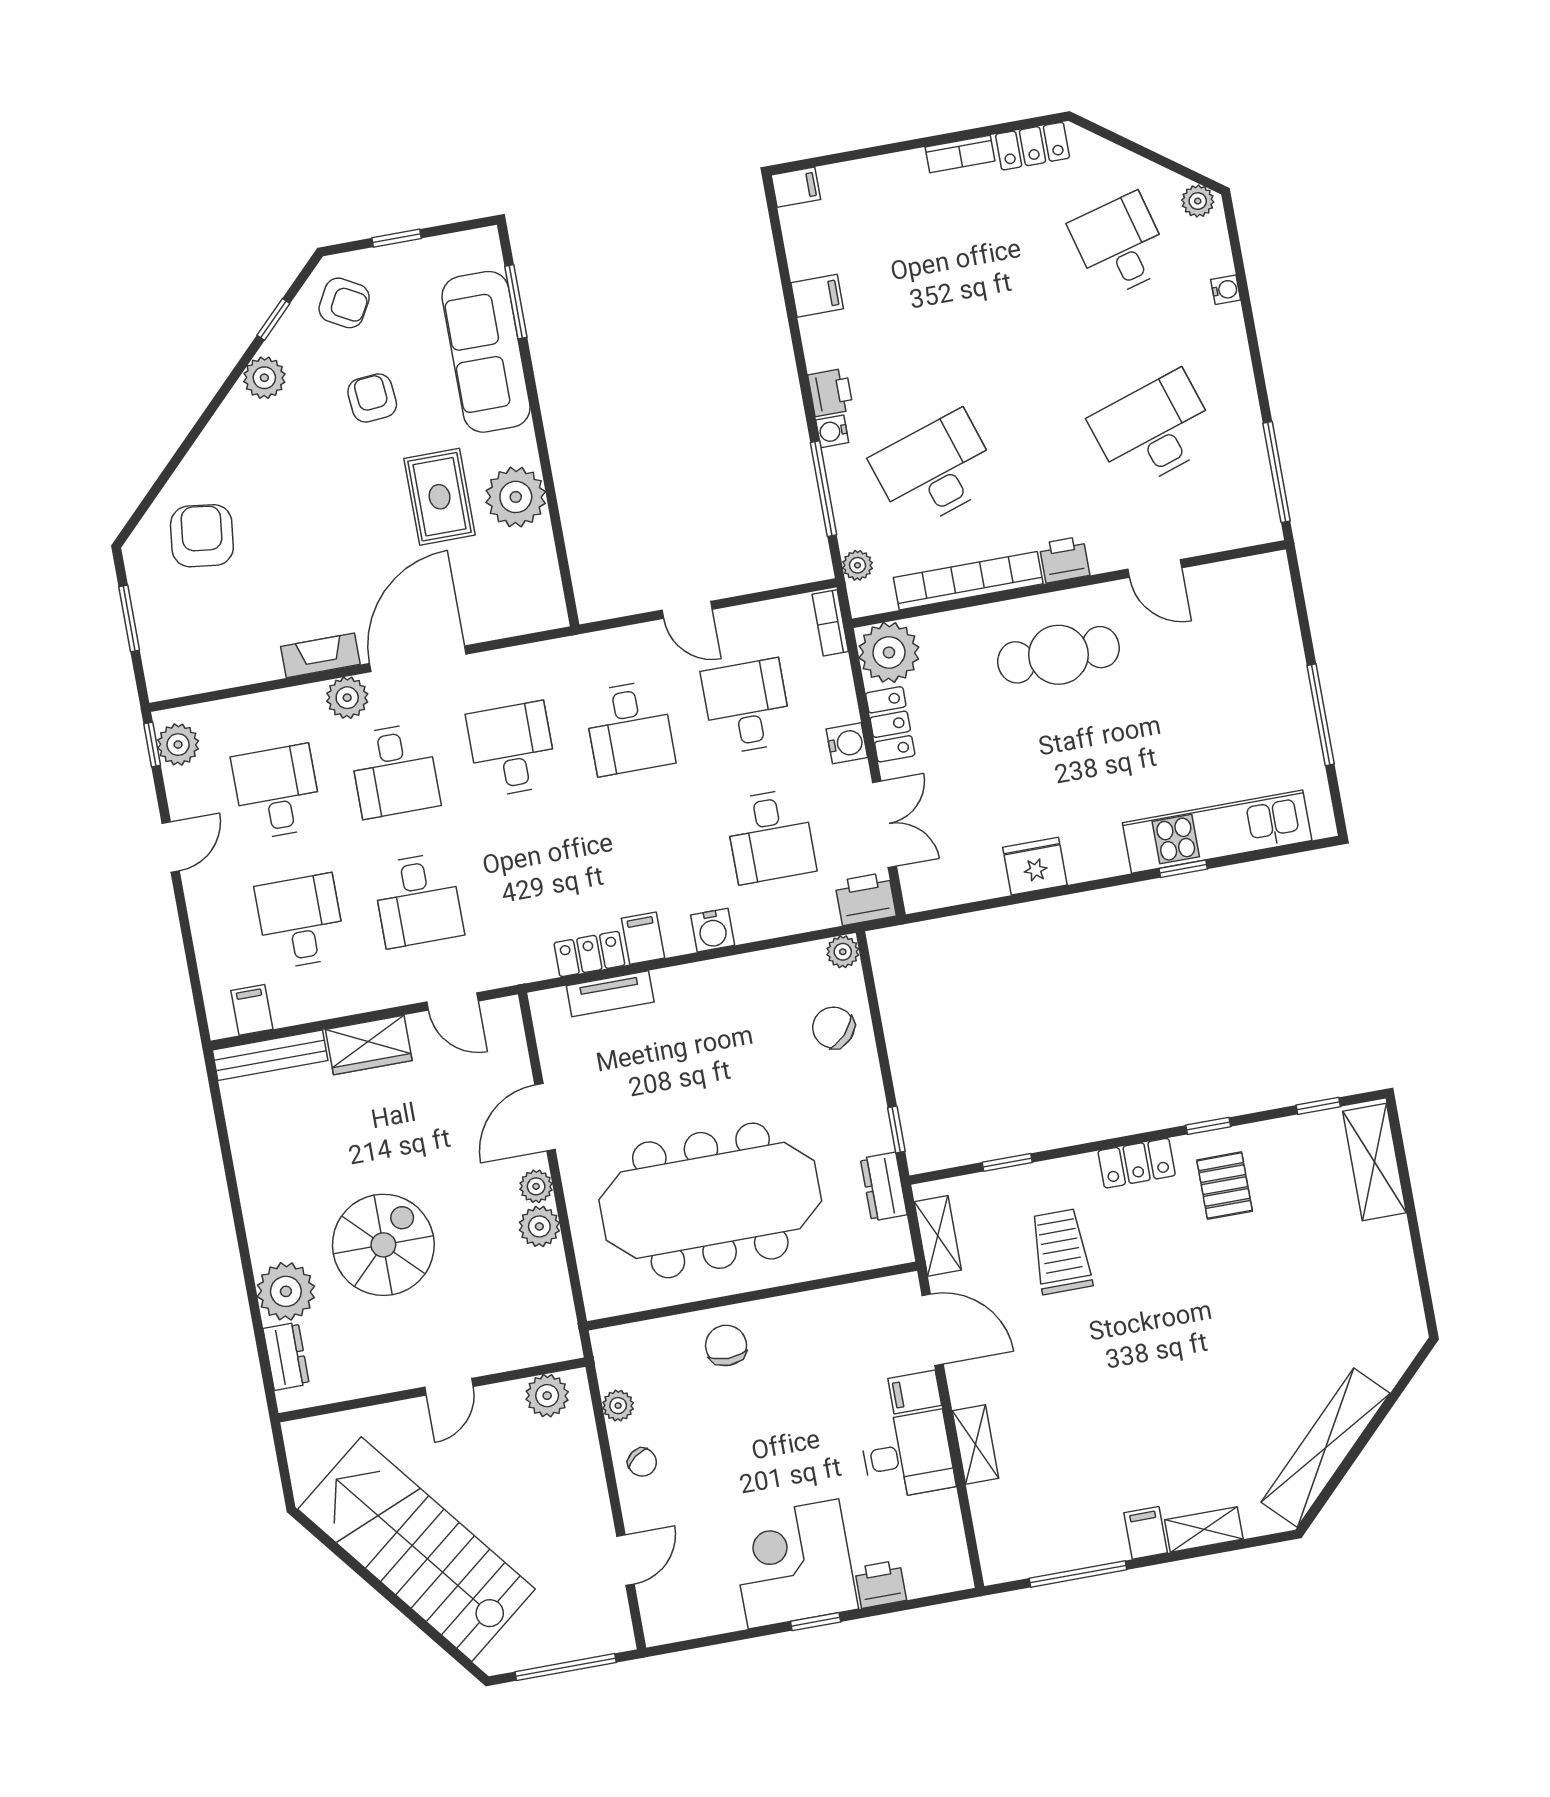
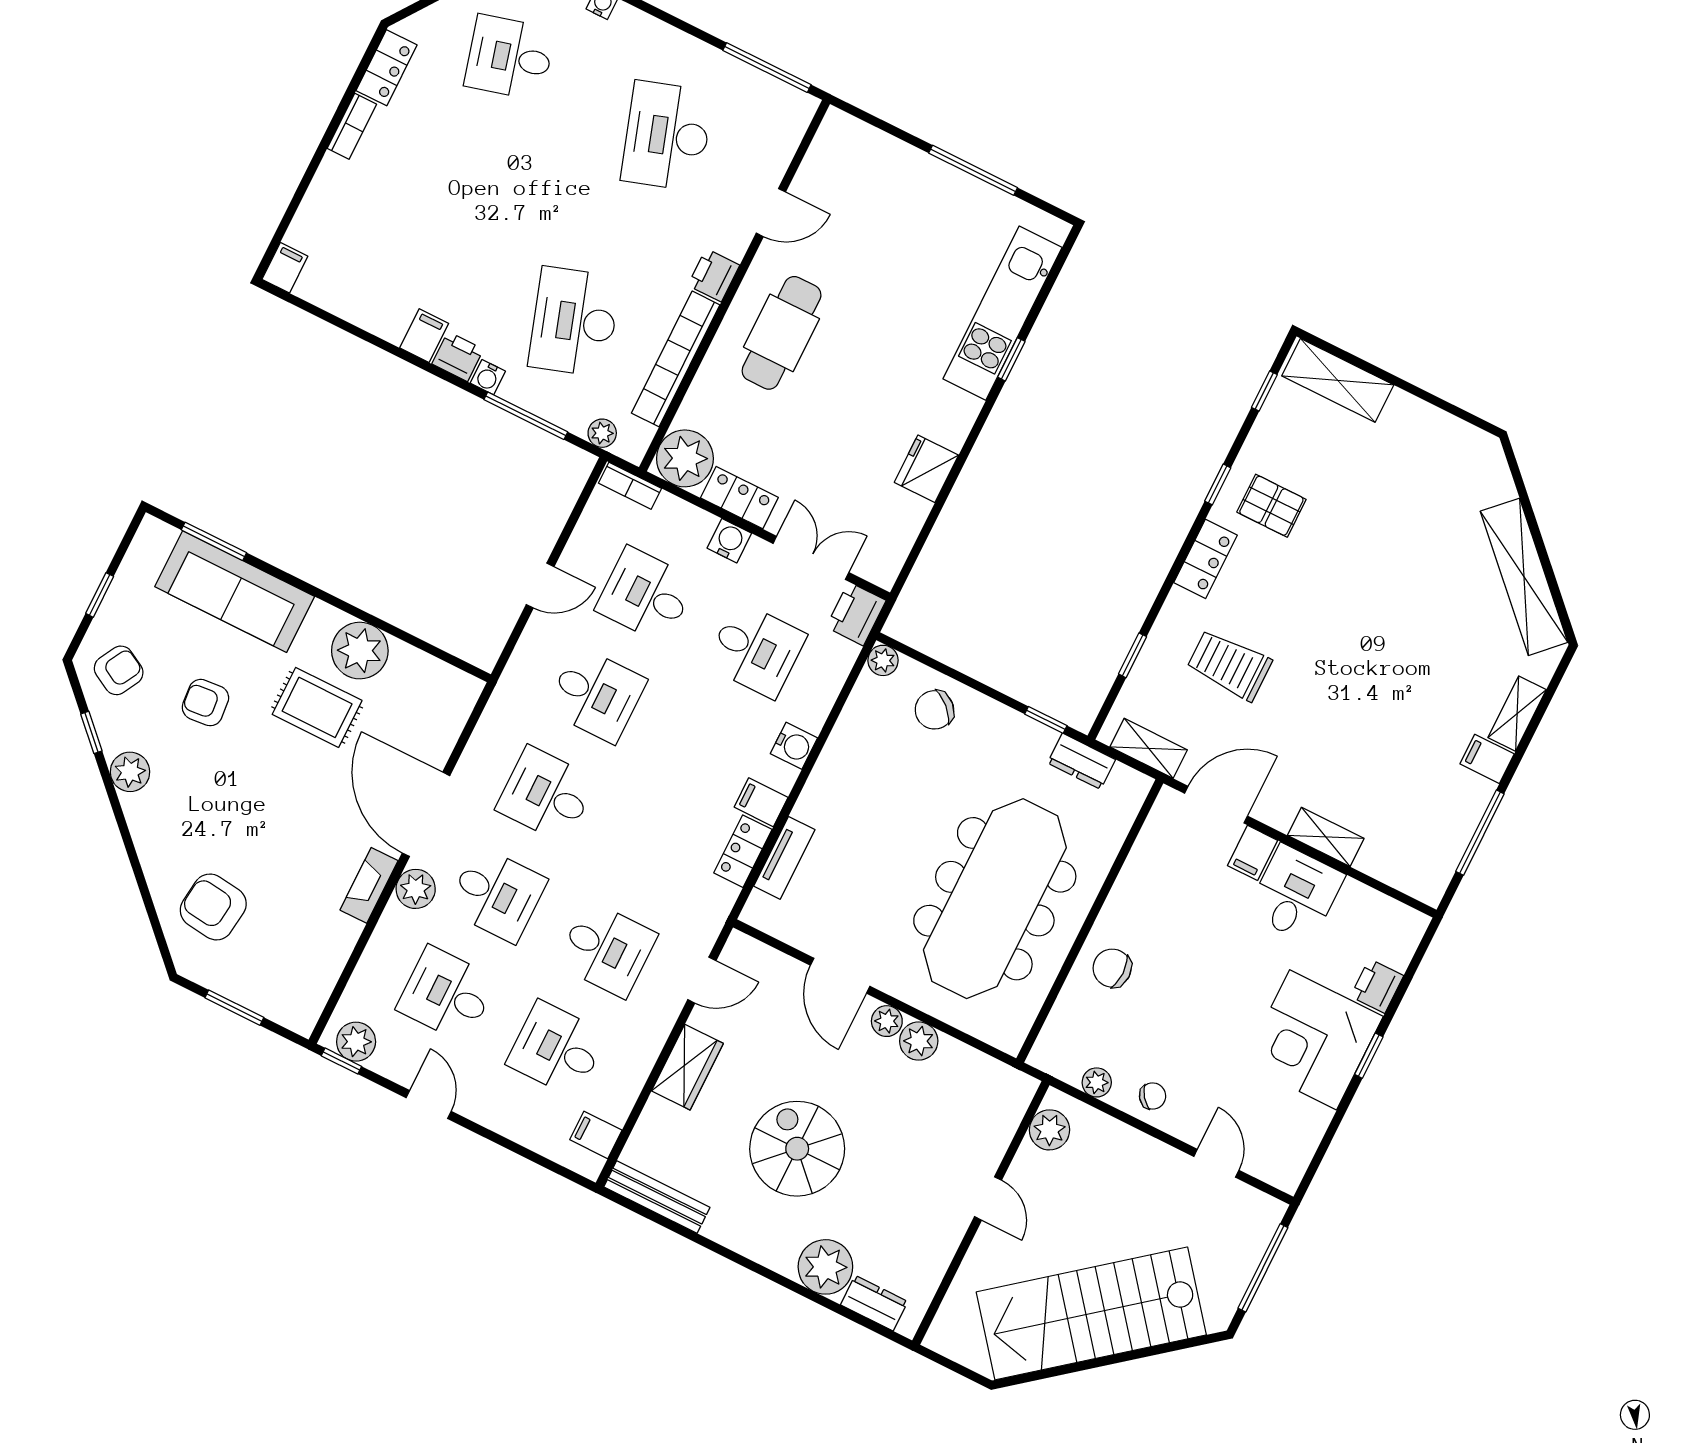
filing cabinet: (817, 296) -> (424, 336), moved
bench: (270, 1055) -> (657, 1197), moved, turned 90
spiral stairs: (383, 1245) -> (797, 1149), moved

